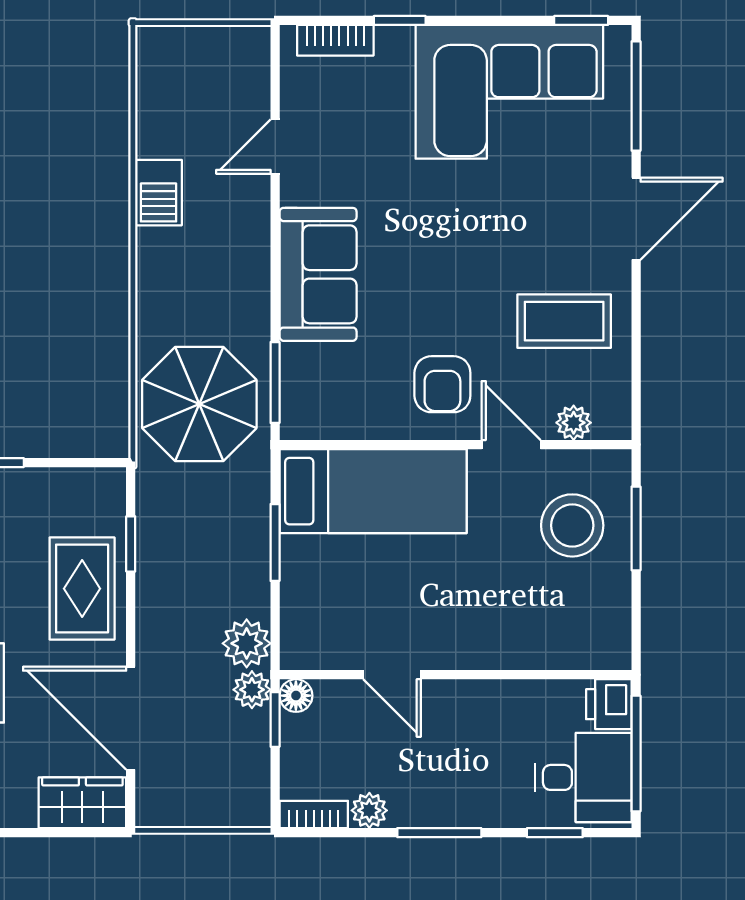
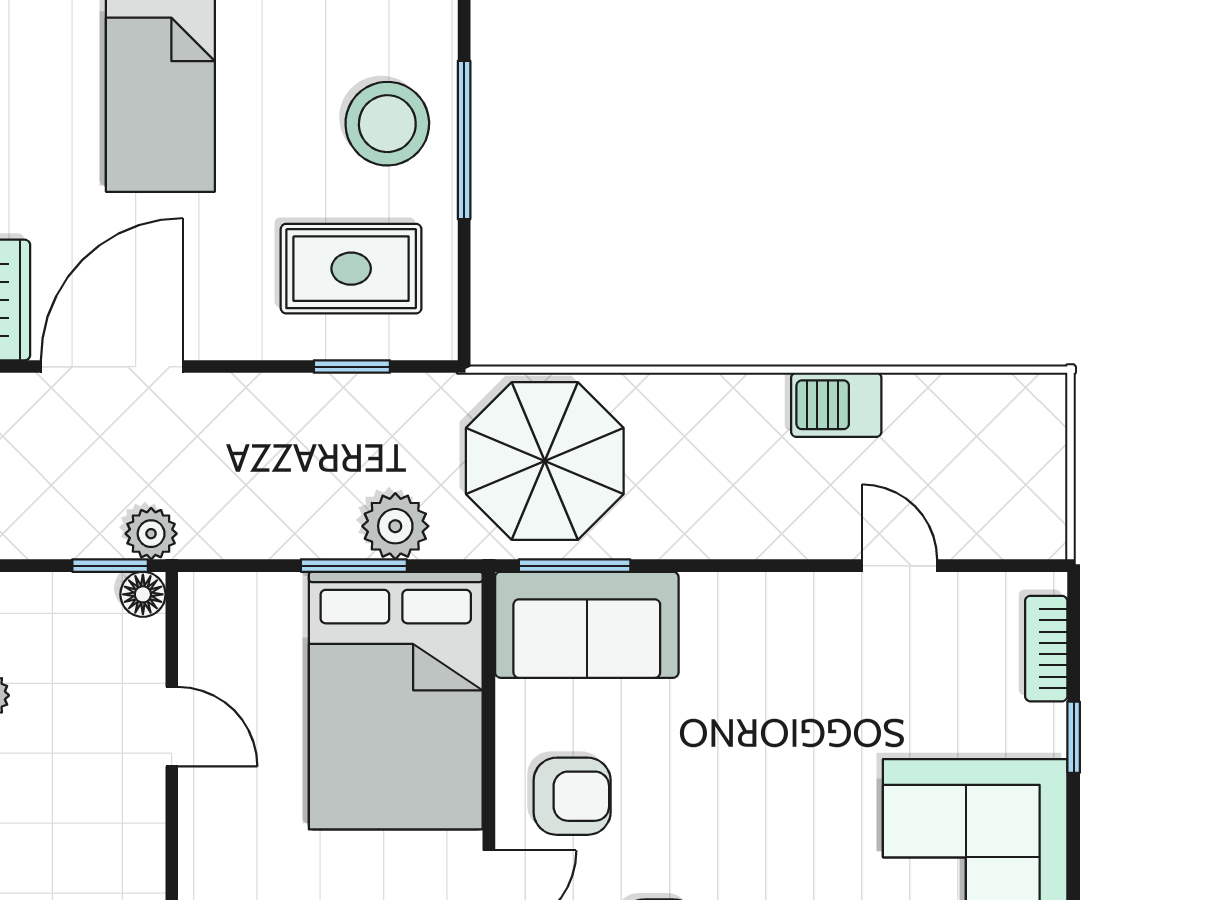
sofa: (318, 274) -> (587, 625), moved
armchair: (442, 384) -> (572, 796), turned 180
bed: (373, 491) -> (396, 701), width x1.50
rug: (82, 589) -> (351, 269), moved
plant: (247, 643) -> (395, 526), moved
door: (392, 675) -> (172, 727), swing flipped

